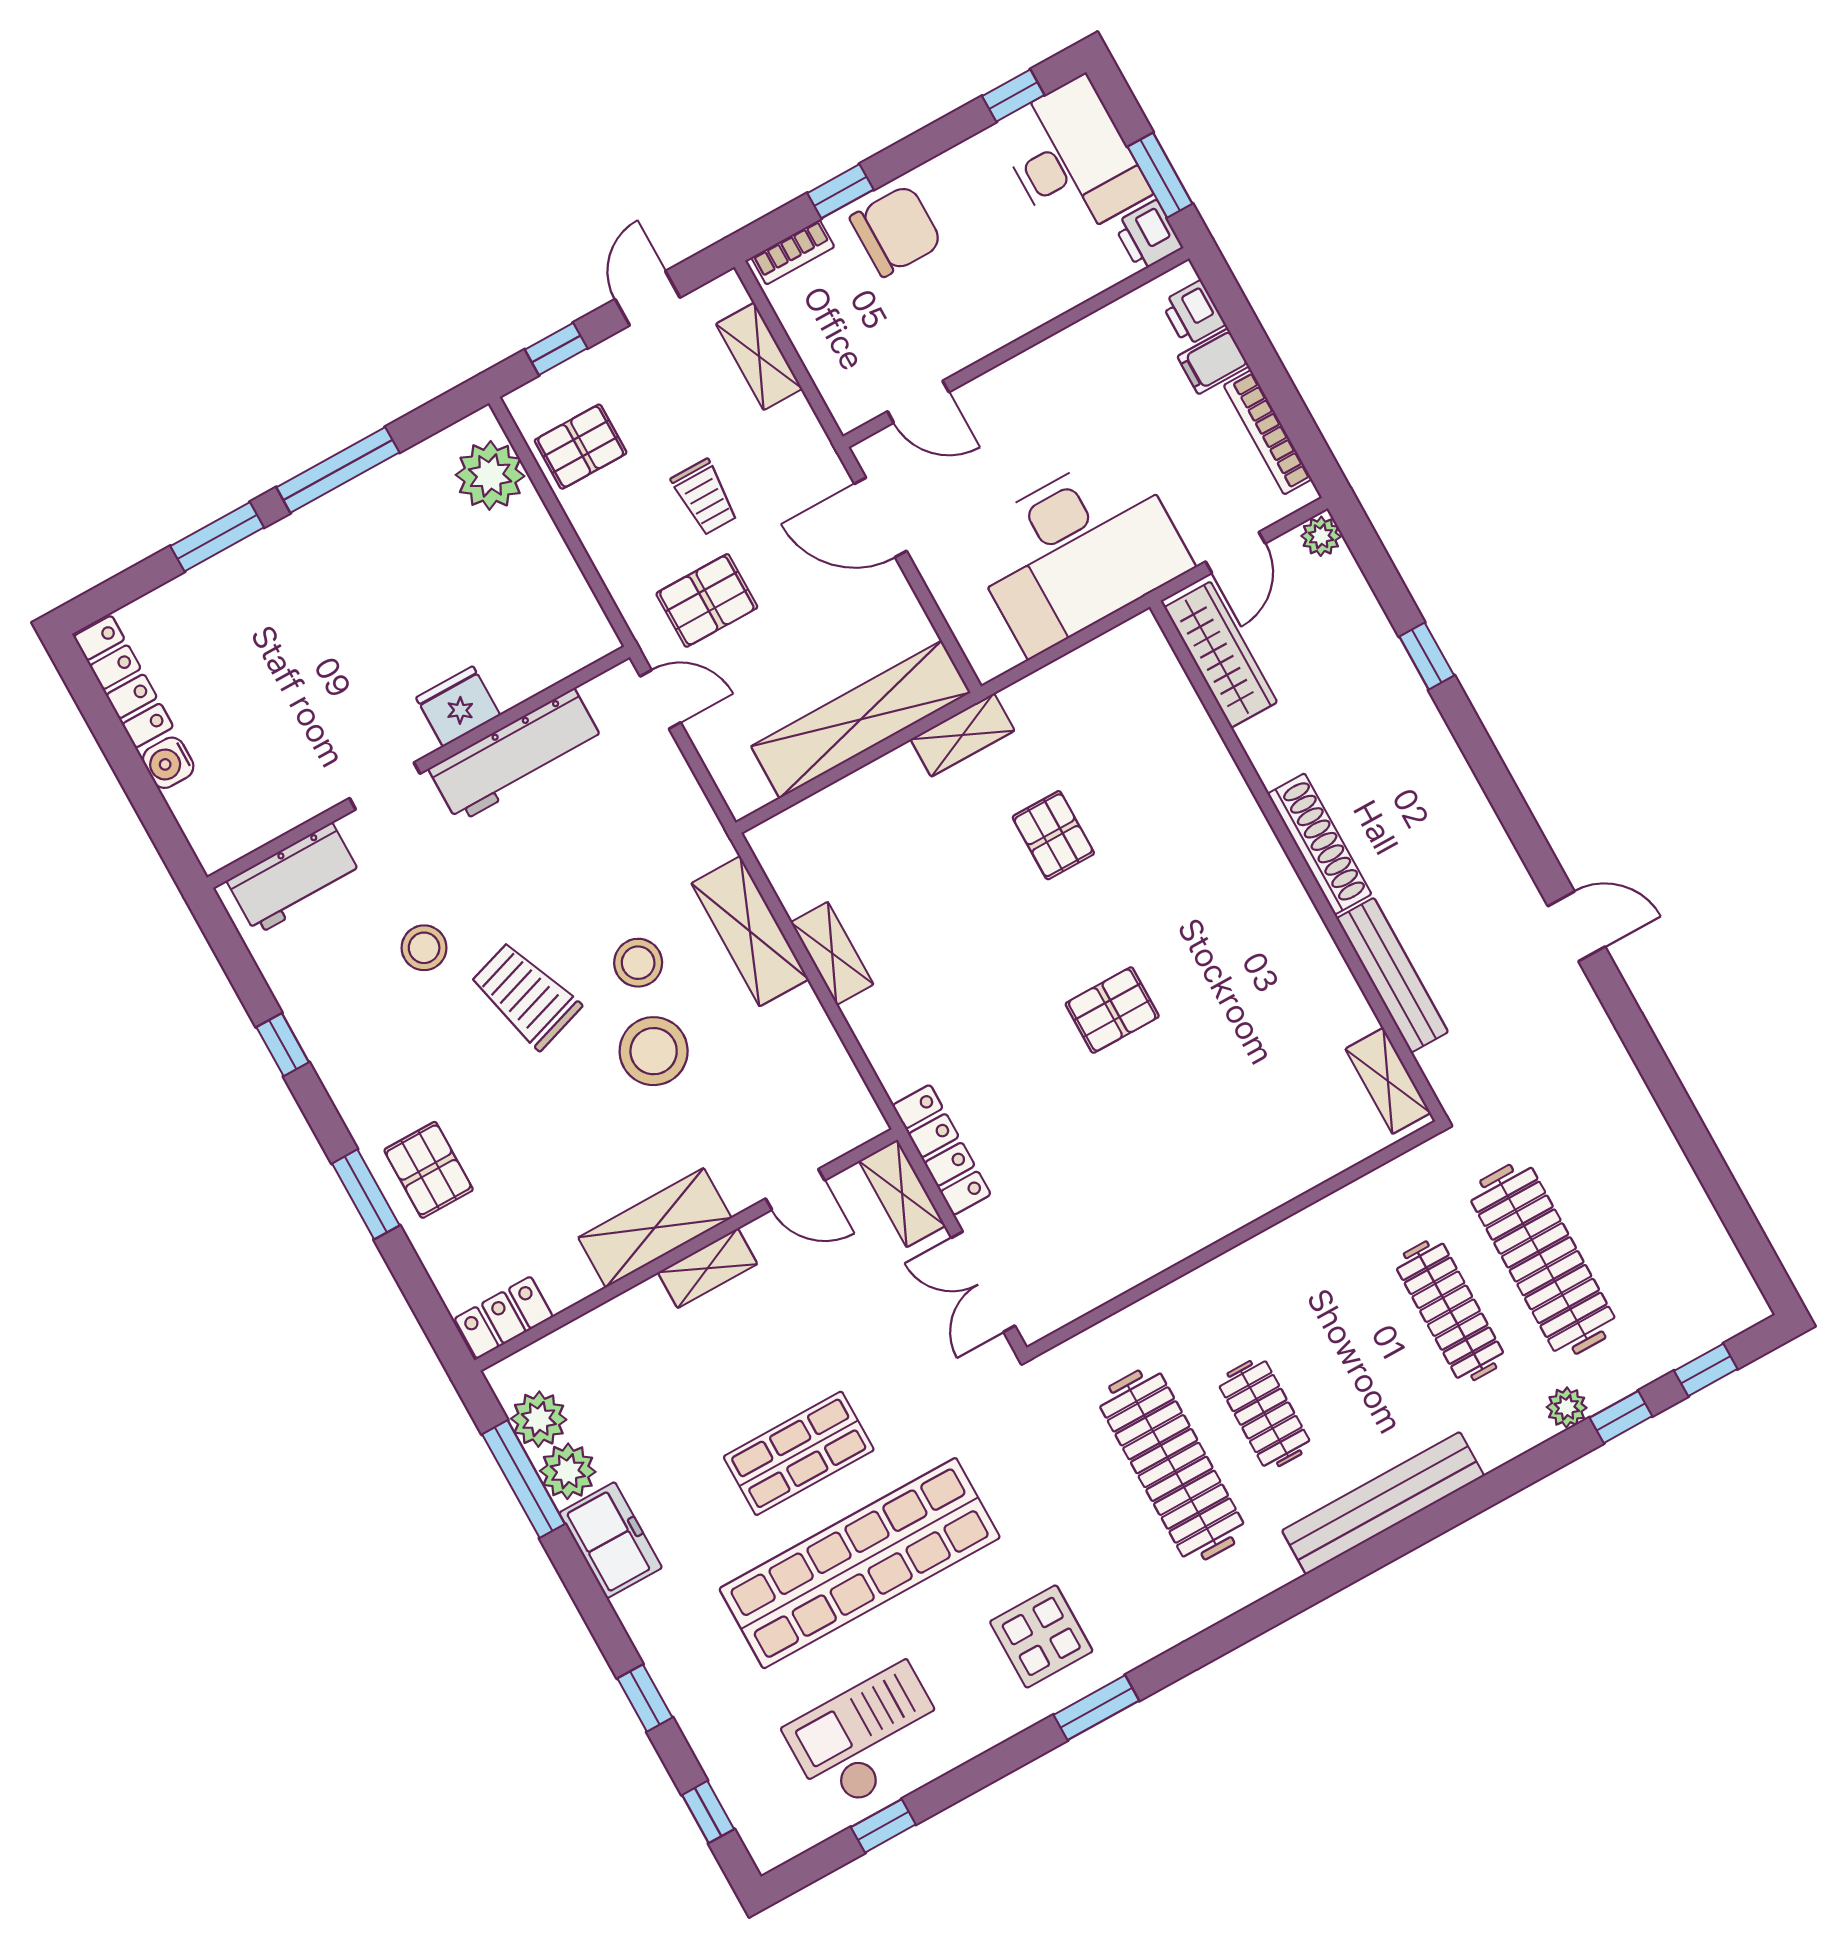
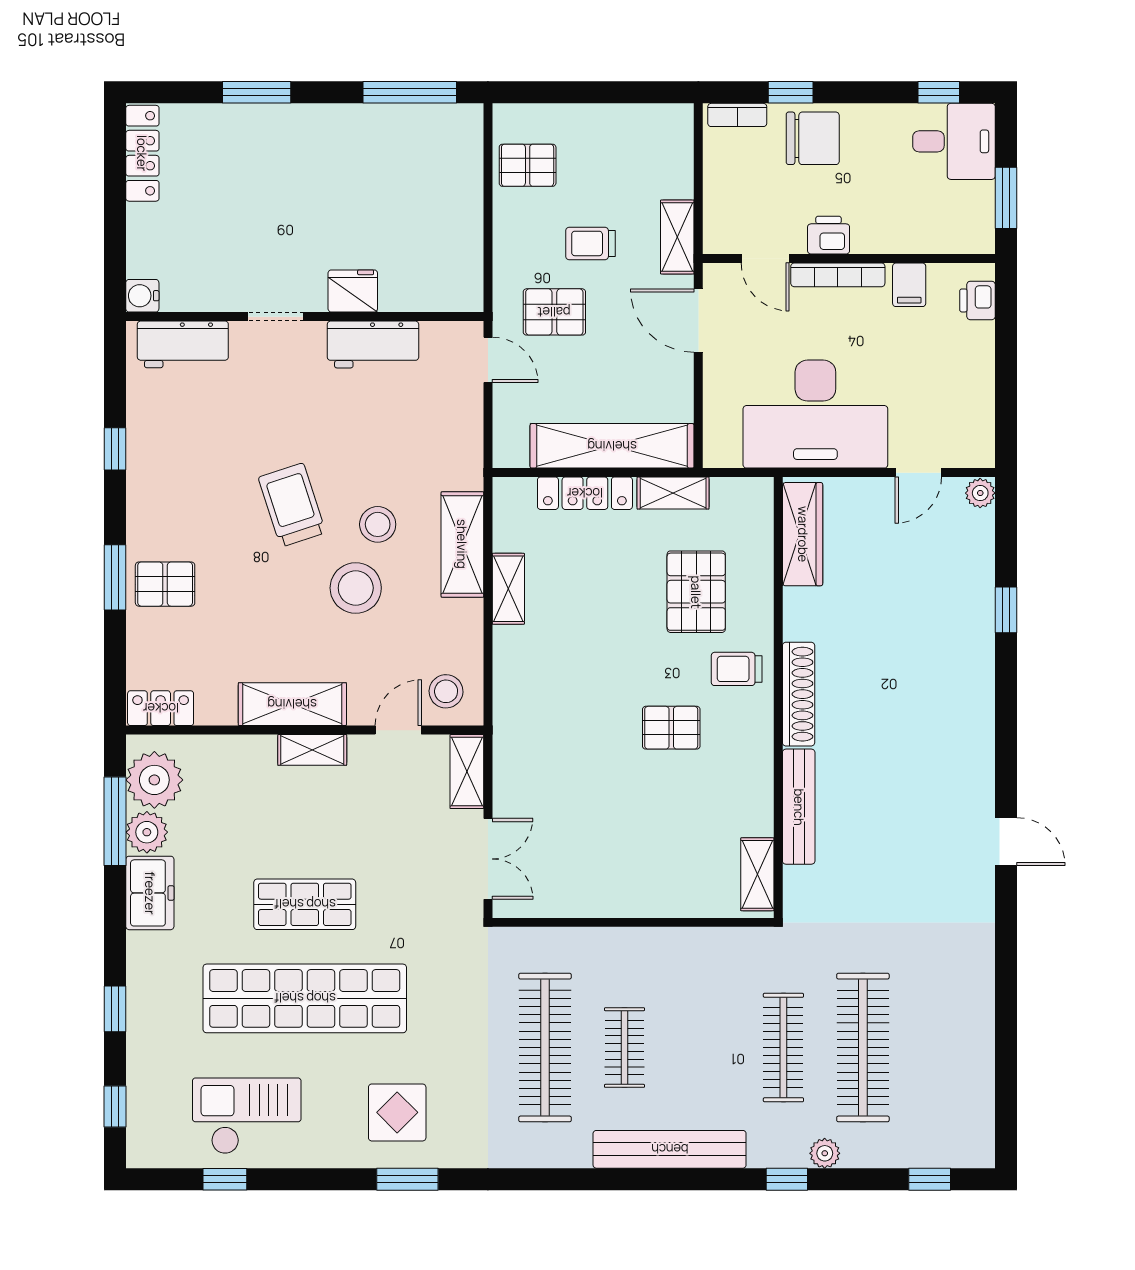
desk: (1072, 159) -> (954, 141), width x0.73
printer: (1148, 236) -> (829, 235), moved, turned 90
door: (647, 298) -> (625, 92), removed
window: (556, 349) -> (547, 92), removed
shelving: (759, 356) -> (677, 237), moved
filing cabinet: (1213, 361) -> (909, 285), moved, turned -90
bookcase: (1268, 432) -> (838, 275), moved, turned -90
window: (338, 470) -> (410, 92), moved
plant: (490, 475) -> (458, 151), removed
trolley: (705, 497) -> (591, 243), turned 90
wardrobe: (1221, 655) -> (803, 534), moved
workbench: (516, 756) -> (373, 344), width x0.73
water cooler: (168, 763) -> (142, 296), moved
pallet: (1053, 835) -> (696, 592), width x1.50, depth x1.42
shoe rack: (1320, 844) -> (799, 694), moved
wall: (1298, 861) -> (778, 697), moved
trolley: (1151, 899) -> (737, 669), added
stool: (424, 948) -> (446, 691), moved
bench: (1392, 975) -> (799, 807), moved
shelving: (1388, 1081) -> (757, 874), moved
locker: (942, 1150) -> (585, 493), moved, turned 90
pallet: (429, 1170) -> (165, 584), turned 90
door: (795, 1189) -> (398, 730), swing flipped
double door: (983, 1282) -> (488, 859), swing flipped
window: (1621, 1417) -> (787, 1179), moved
plant: (539, 1419) -> (154, 780), width x1.36, depth x1.36

